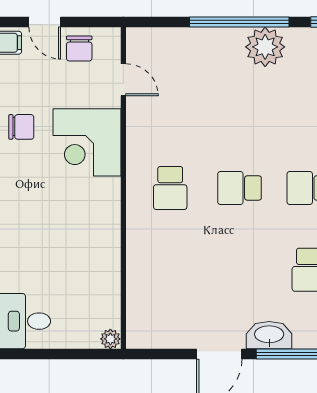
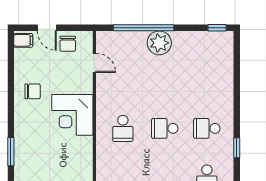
window: (239, 22) -> (143, 28), moved
plant: (265, 47) -> (159, 43), moved
corner desk: (87, 142) -> (72, 115), moved

